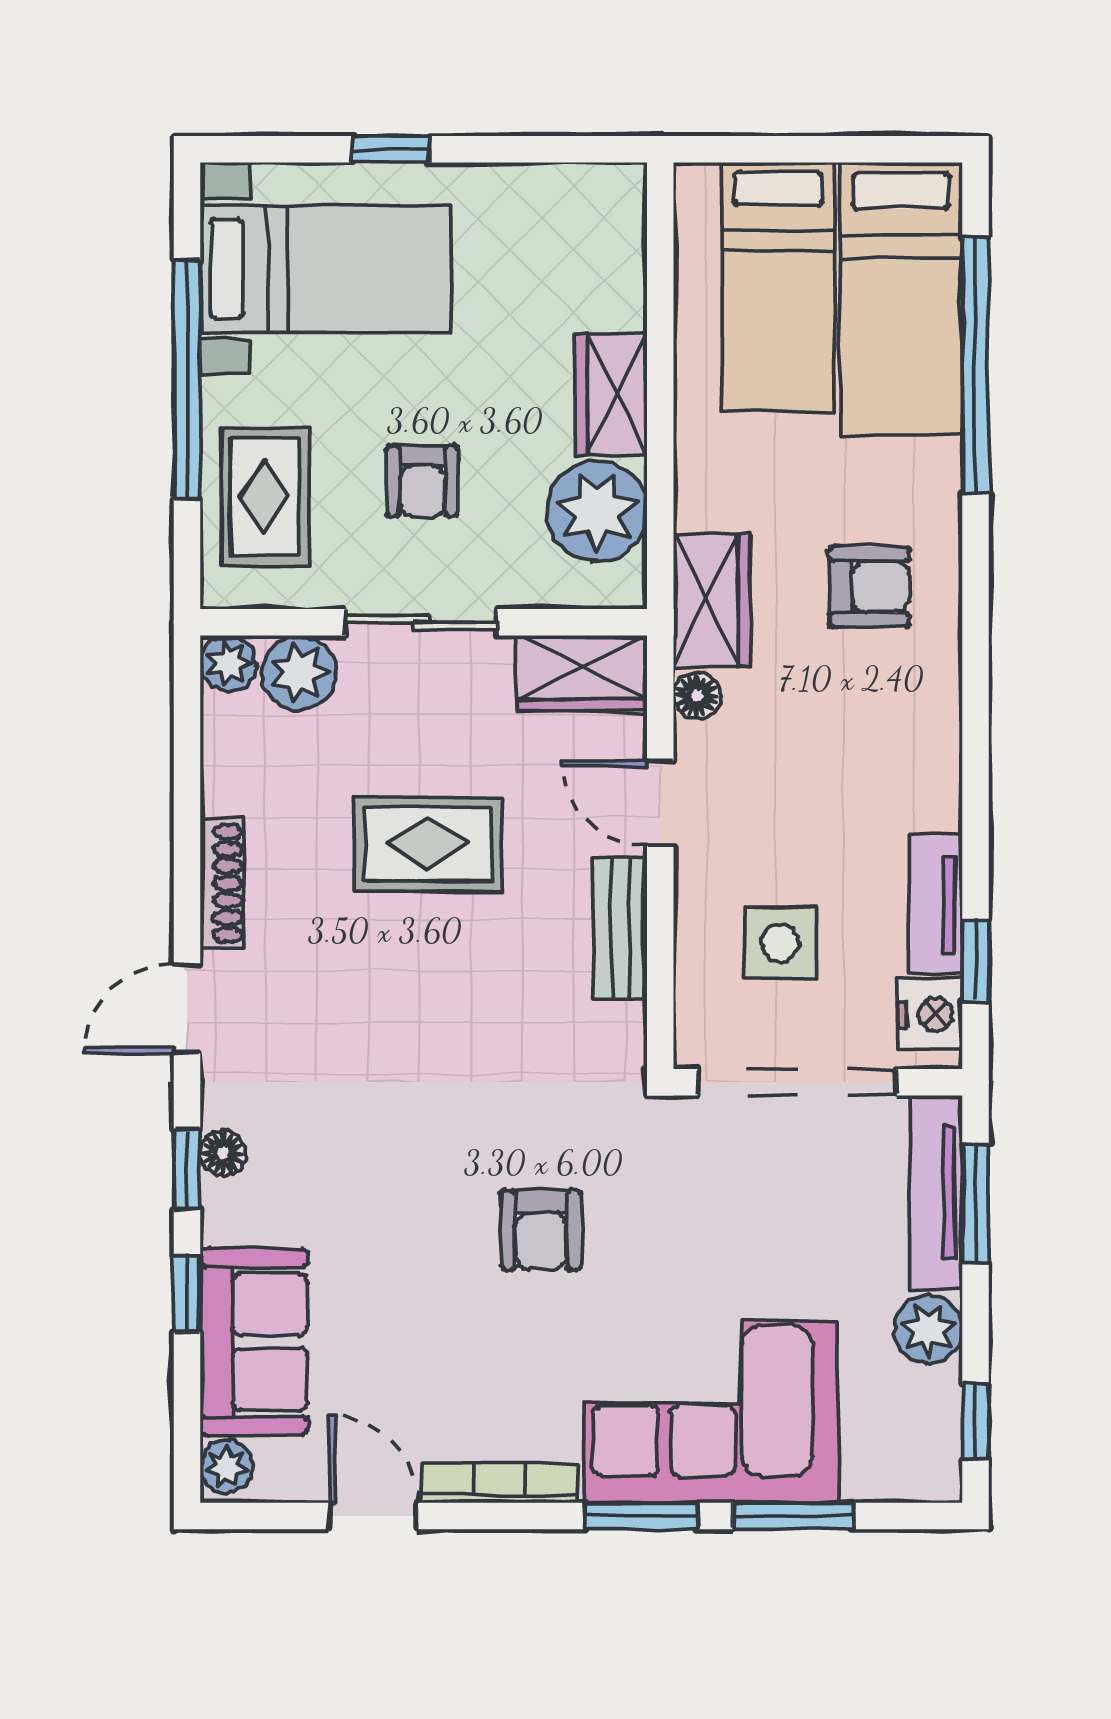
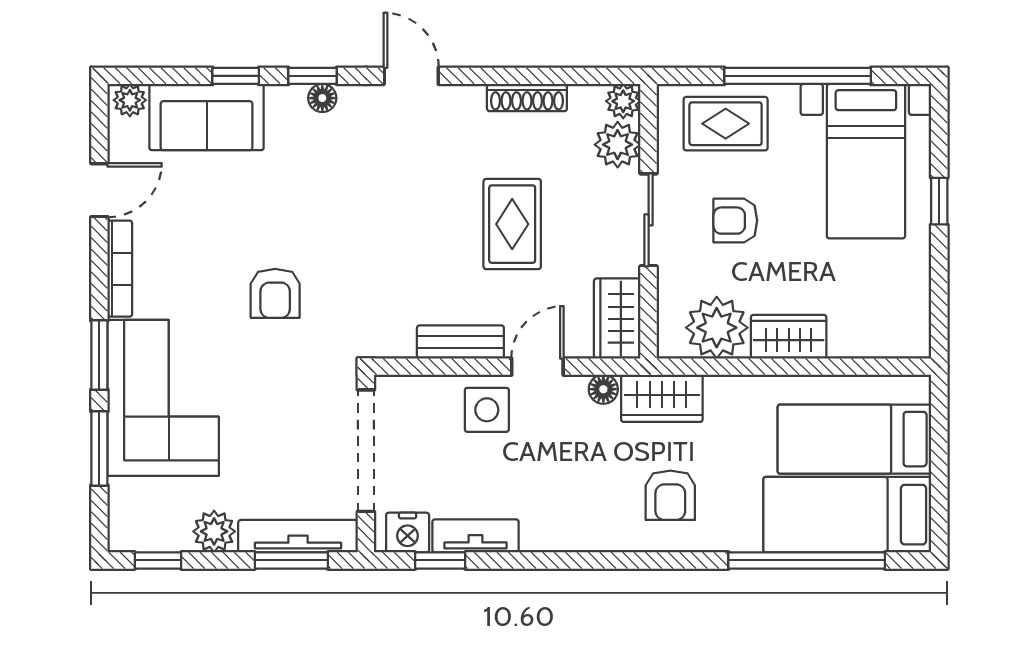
shoe rack: (222, 883) -> (527, 98), moved
side table: (780, 943) -> (487, 410), moved
armchair: (541, 1230) -> (275, 293), turned -90

